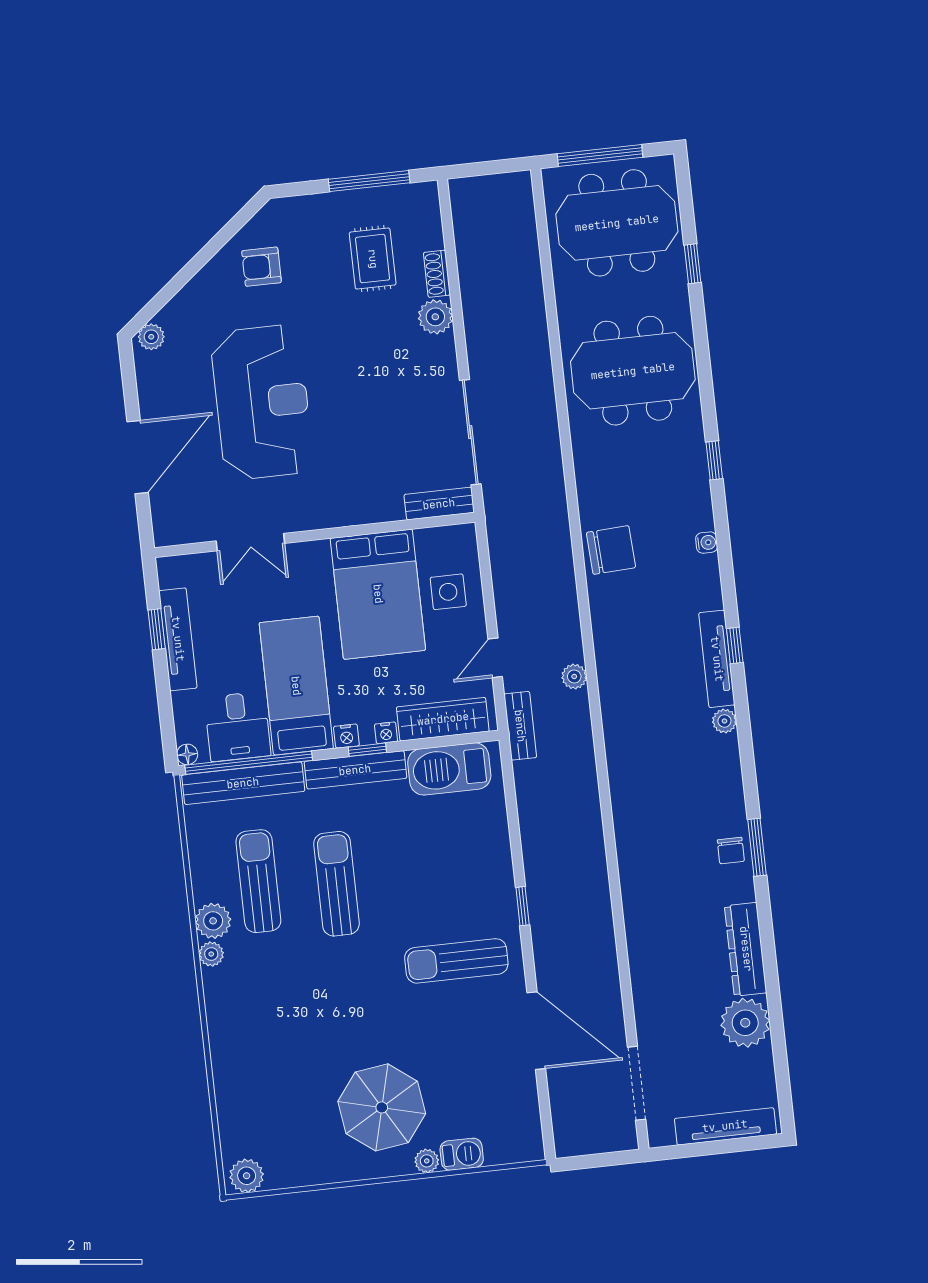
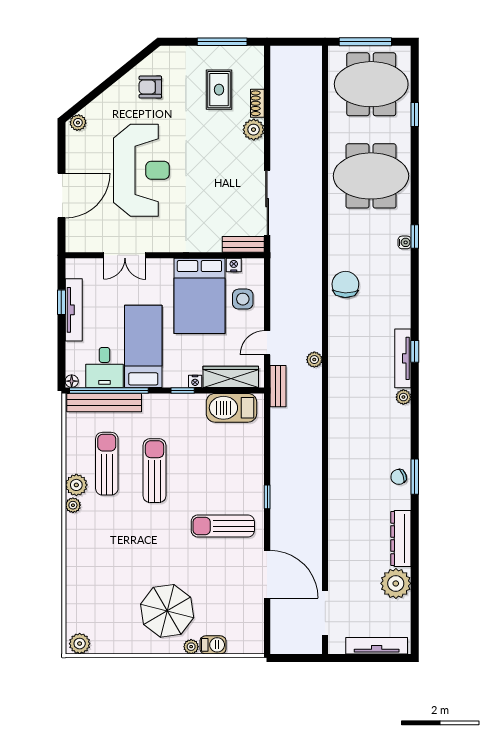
water cooler: (707, 543) -> (405, 242), moved
chair: (611, 550) -> (345, 284), turned -86
nightstand: (346, 736) -> (234, 265), moved, turned 180
bench: (355, 770) -> (174, 402), removed
chair: (731, 851) -> (399, 477), turned 70

